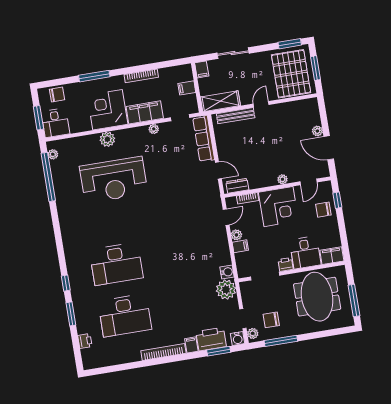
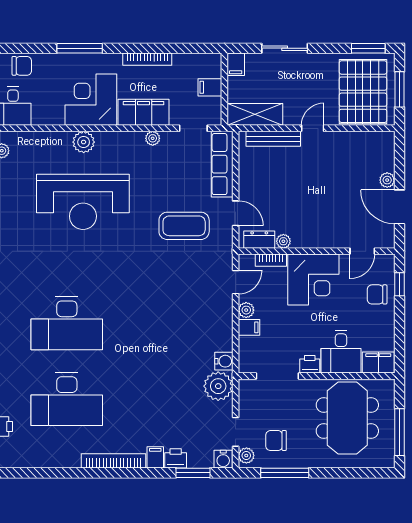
plant: (283, 179) -> (283, 241), moved
coffee table: (185, 185) -> (184, 226), added
printer: (211, 339) -> (176, 458), width x0.53, depth x0.68

